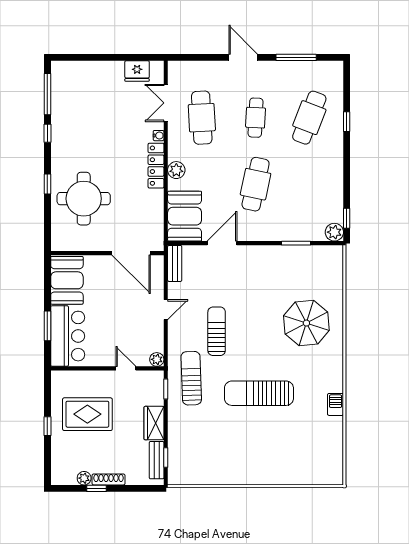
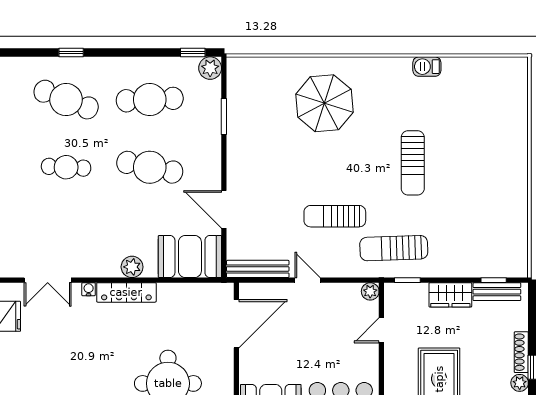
cafe table: (202, 118) -> (150, 100), moved
bench: (175, 263) -> (258, 269), width x1.36
sun lounger: (259, 393) -> (413, 163), width x0.73, depth x0.75

